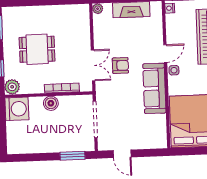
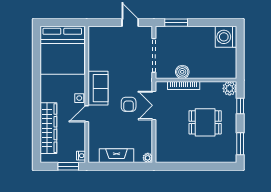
armchair: (120, 66) -> (129, 104), turned -90
sofa: (154, 88) -> (98, 88), width x0.73
boiler: (51, 103) -> (182, 72), moved
washing machine: (17, 109) -> (226, 37), moved

